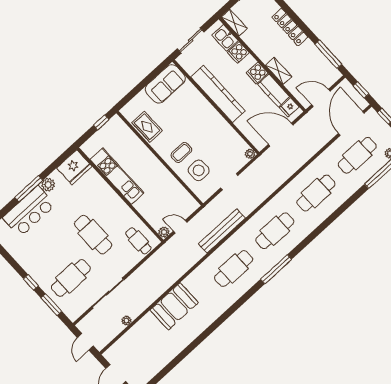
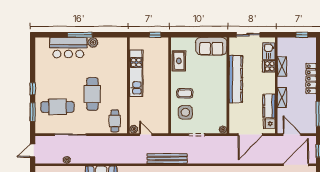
shelving: (234, 23) -> (282, 67), moved
cooker: (257, 73) -> (269, 87), removed
door: (281, 135) -> (250, 135), swing flipped
fridge: (74, 167) -> (117, 46), removed

